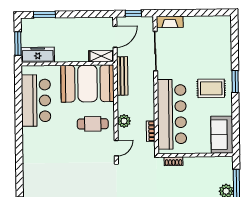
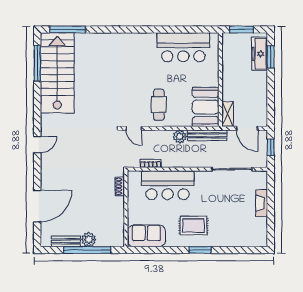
fireplace: (170, 22) -> (262, 203), moved
freezer: (38, 55) -> (260, 54), moved, turned 180
booth: (88, 83) -> (206, 107), width x0.73, depth x0.70
rug: (211, 88) -> (193, 226), turned 90
bar counter: (172, 114) -> (168, 185), width x0.73
plant: (124, 121) -> (180, 137), moved

